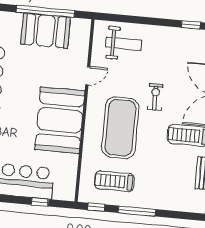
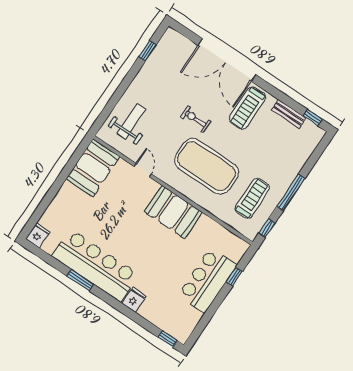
window: (45, 11) -> (63, 177), removed
booth: (46, 31) -> (93, 168), moved
booth: (60, 120) -> (173, 212), width x0.73, depth x0.70
treadmill: (114, 181) -> (252, 198), turned 180

